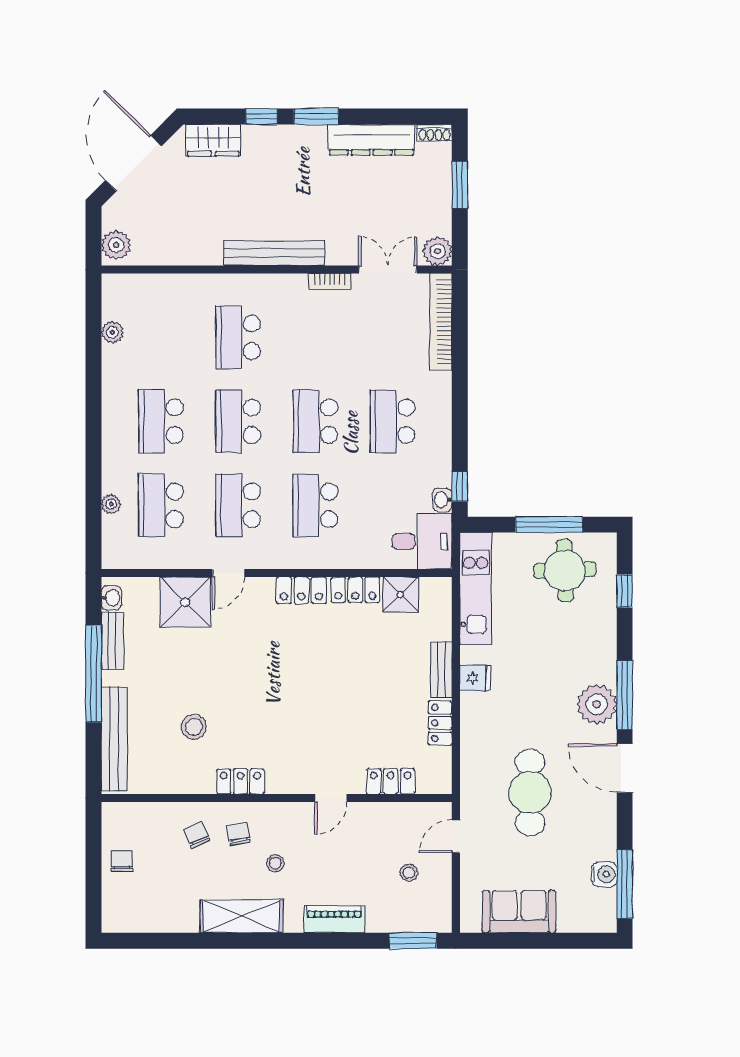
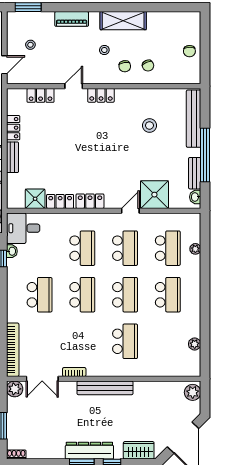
dresser: (371, 140) -> (89, 451), moved
locker: (240, 781) -> (101, 95), moved

